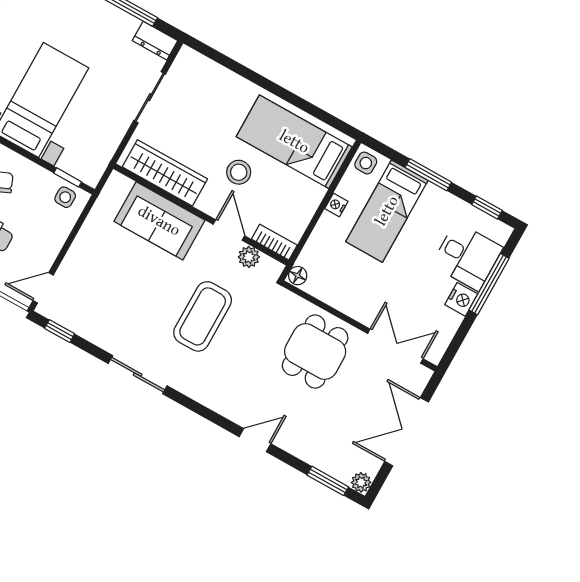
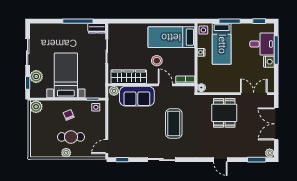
plant: (249, 257) -> (114, 91), moved
door: (255, 440) -> (220, 160), swing flipped

